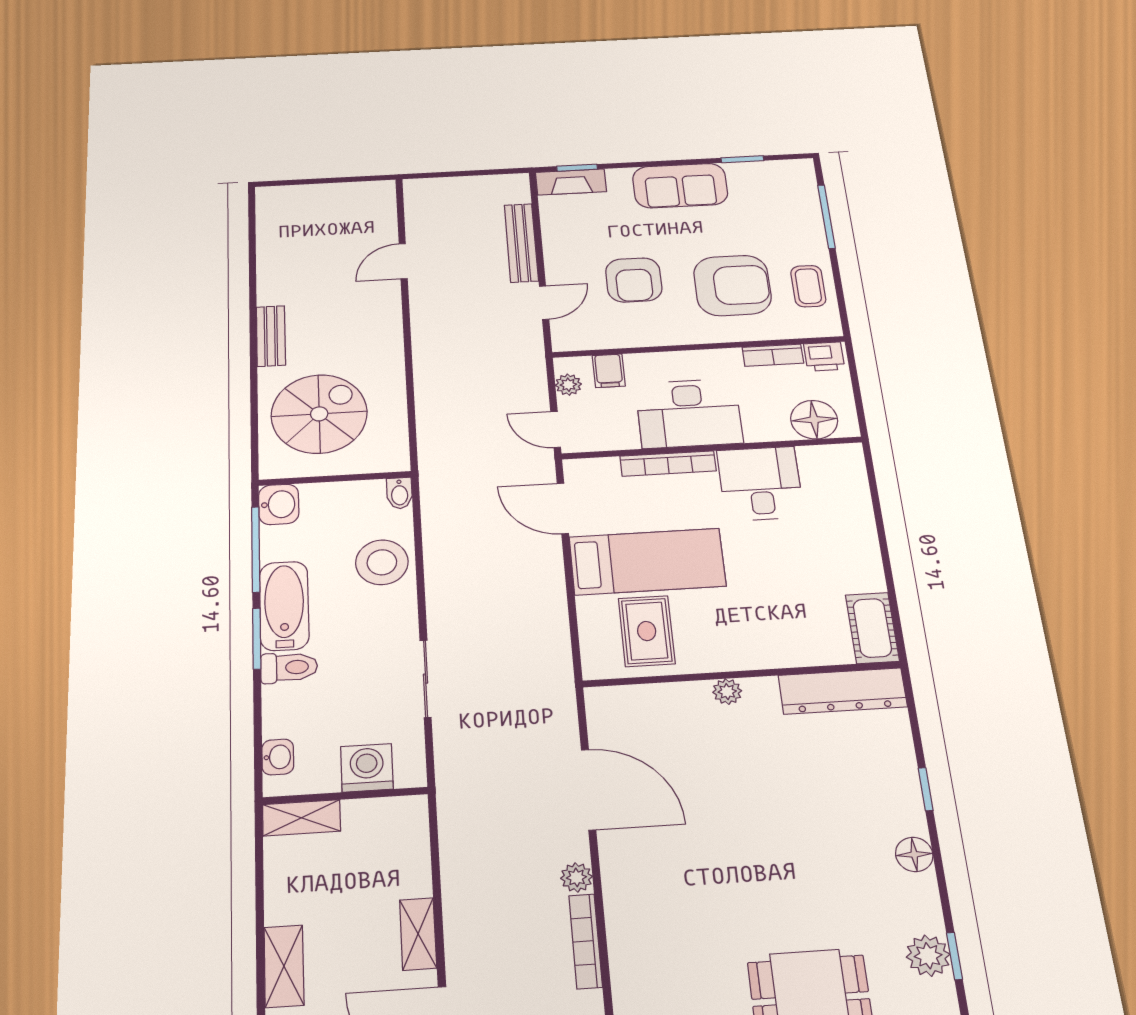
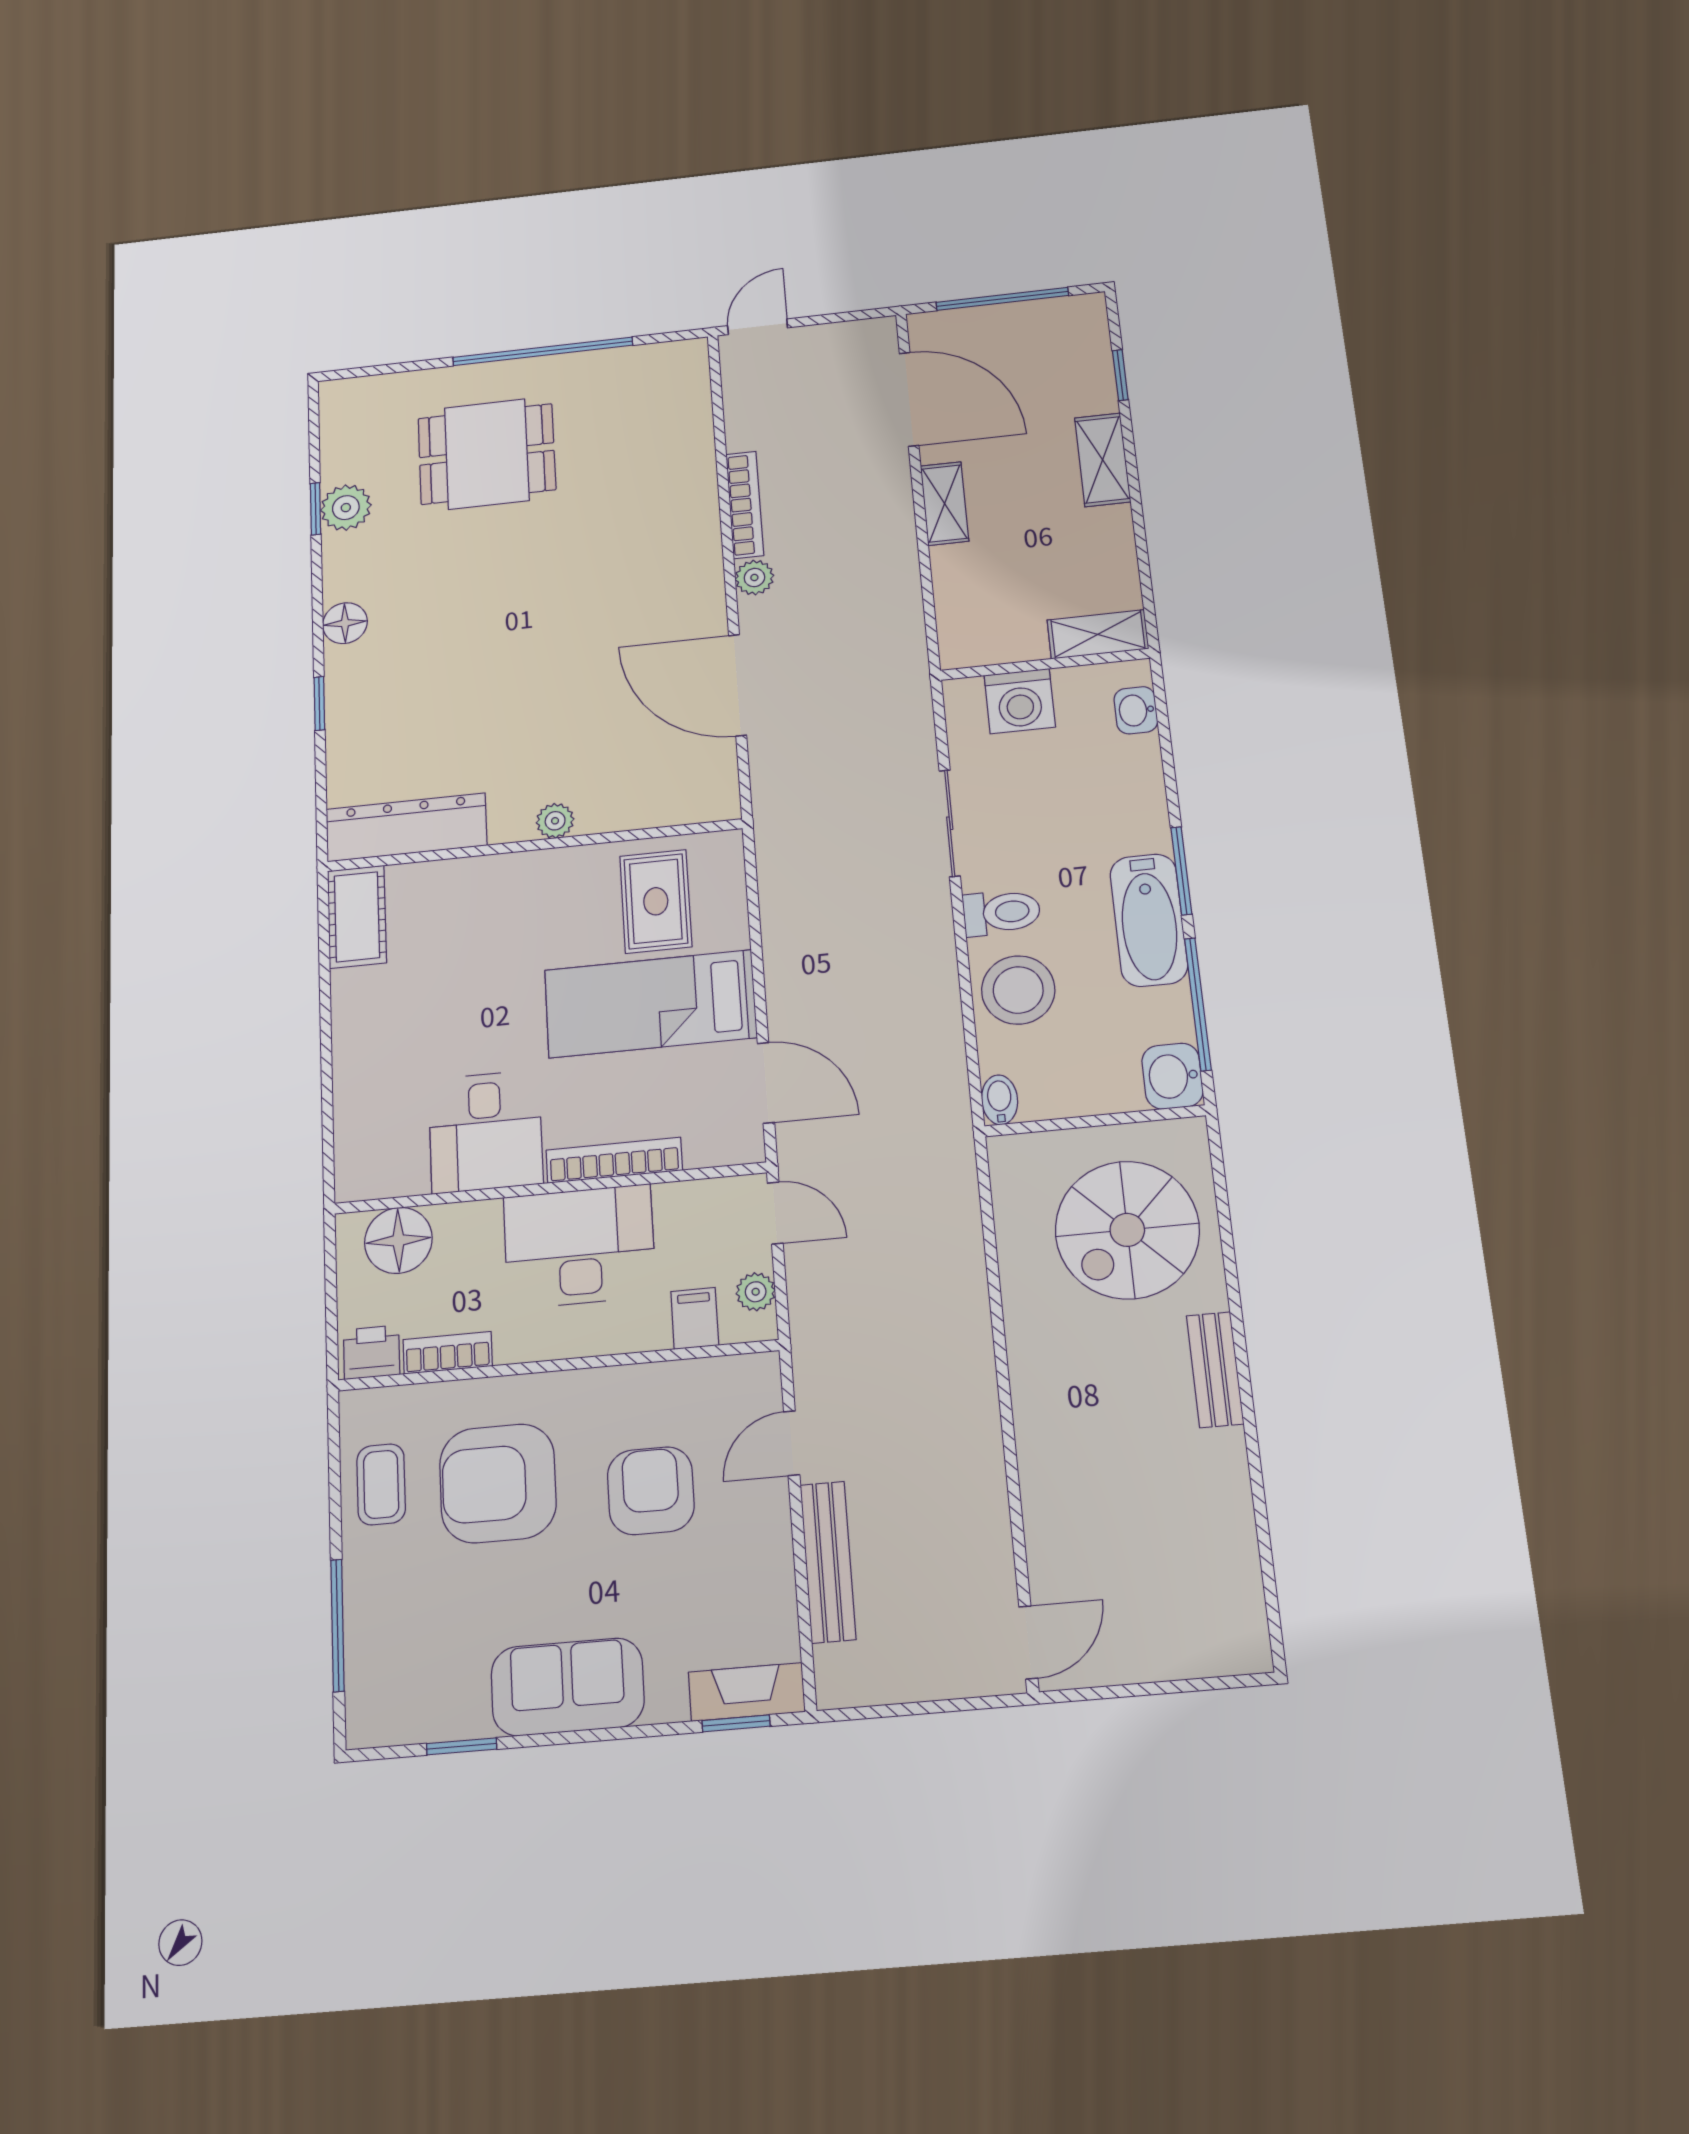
door: (403, 261) -> (1028, 1642), moved
toilet: (289, 667) -> (1002, 912), moved, turned 180

